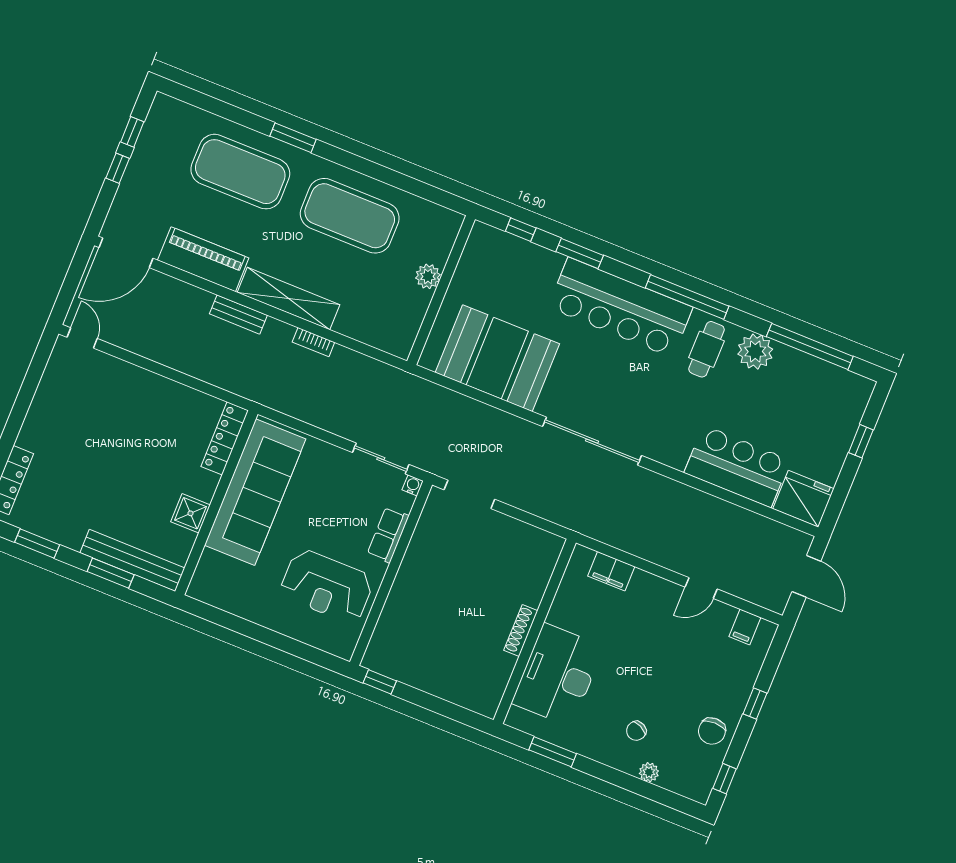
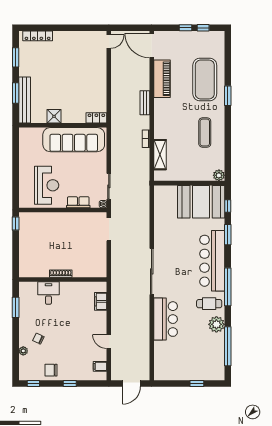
exercise mat: (350, 216) -> (205, 132), width x0.50, depth x0.69
plant: (428, 276) -> (219, 175), moved
shelving: (288, 299) -> (160, 155), moved, width x0.68
booth: (497, 358) -> (201, 202), moved, turned 90
locker: (225, 438) -> (96, 118), width x0.66
bar counter: (737, 466) -> (166, 319), moved
fridge: (803, 499) -> (163, 369), removed
reception desk: (327, 586) -> (47, 185), turned 180
desk: (558, 675) -> (48, 293), width x0.53, depth x0.77

